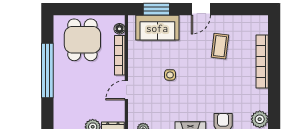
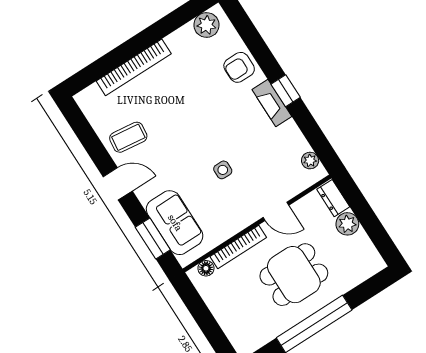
dining table: (82, 40) -> (294, 275), moved
coffee table: (220, 46) -> (128, 137), moved

